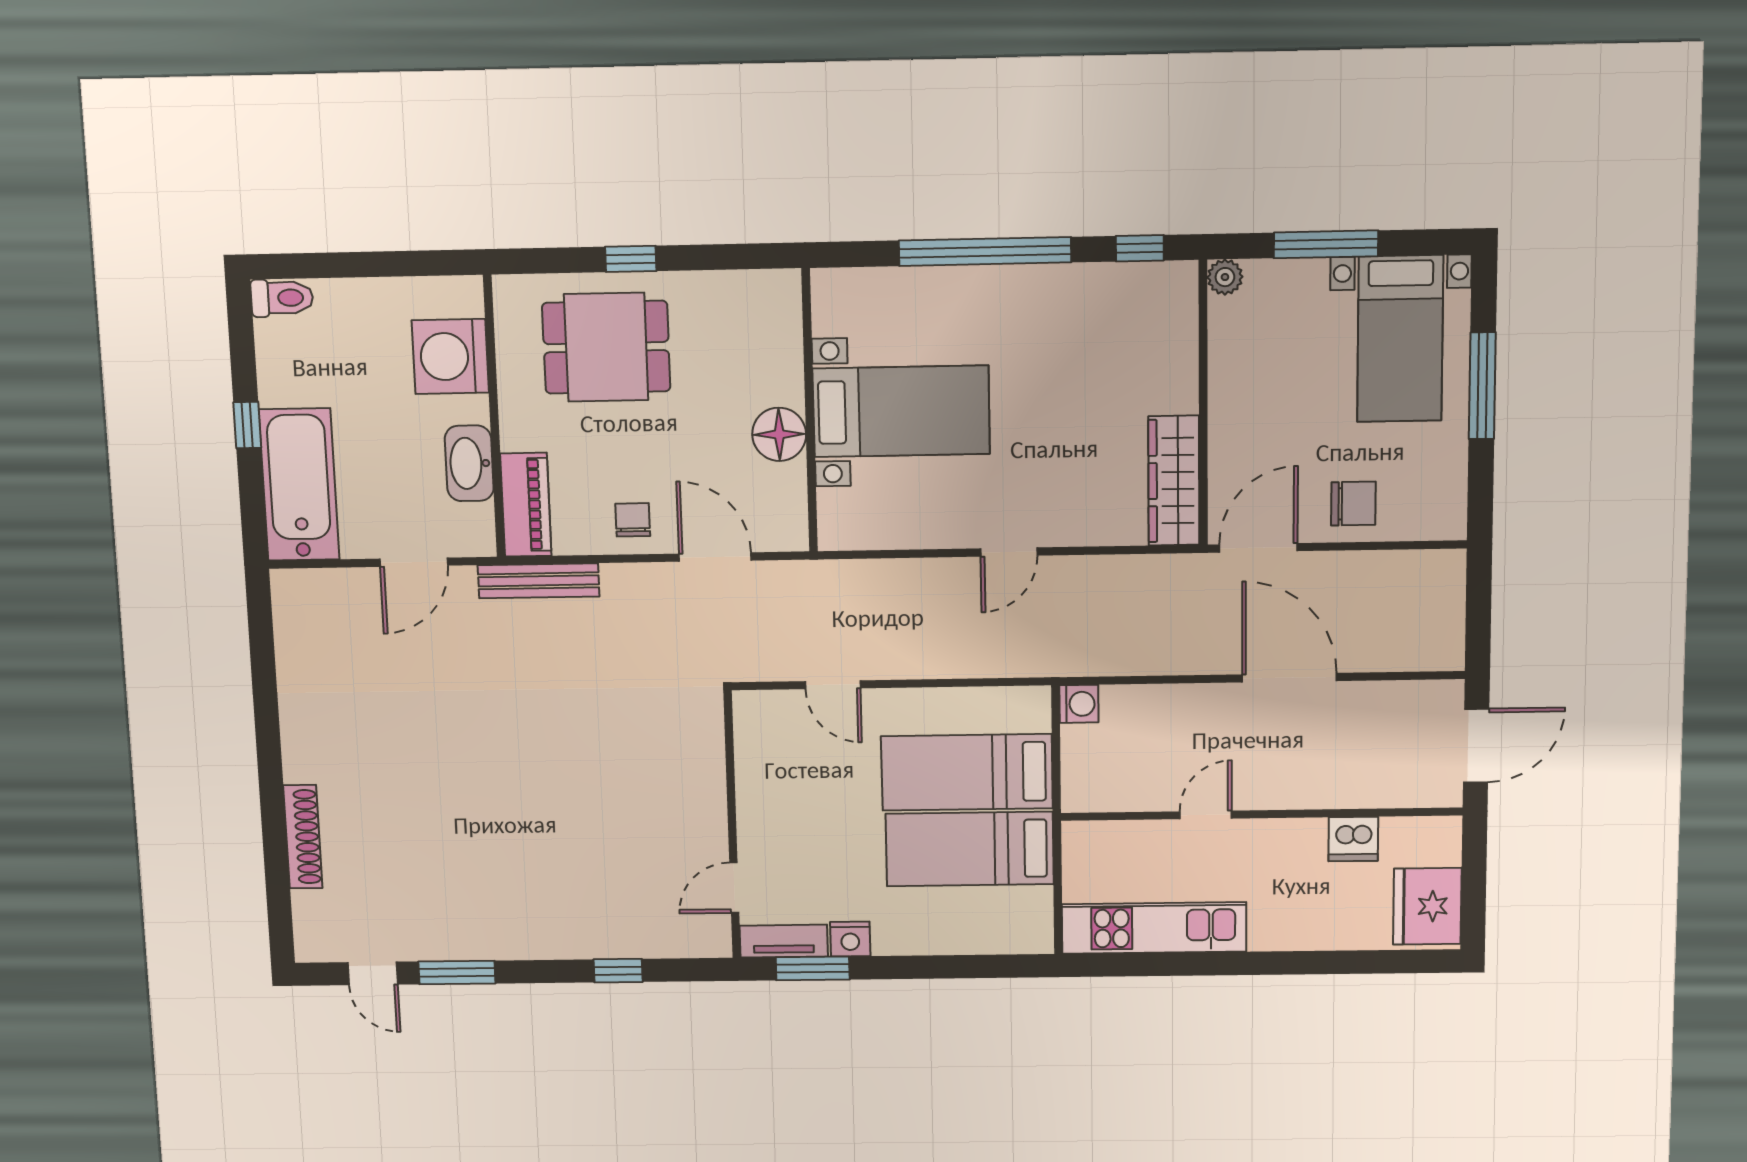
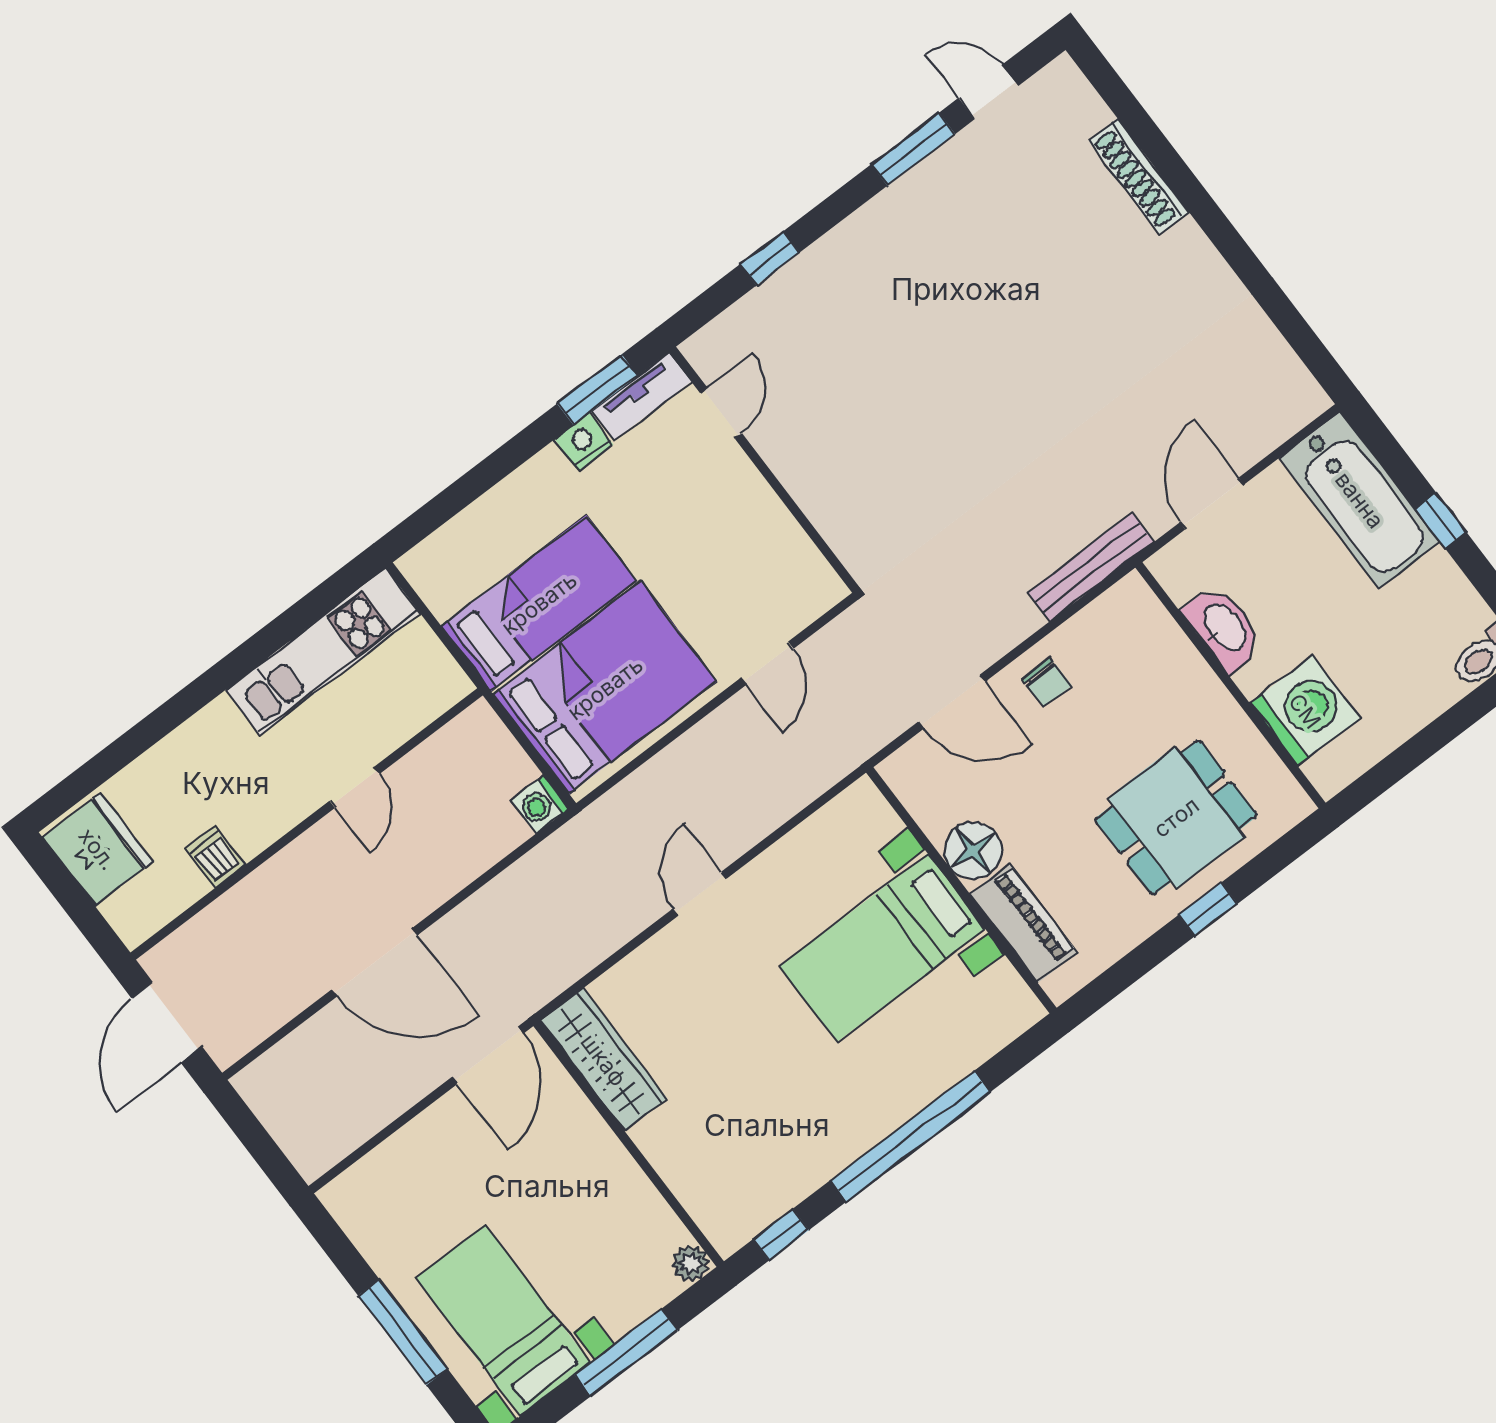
chair: (1353, 504) -> (435, 1153), removed
piano: (526, 505) -> (1024, 923), moved, turned 180
door: (833, 685) -> (767, 663), swing flipped
bed: (967, 772) -> (605, 688), width x1.50
dishwasher: (1353, 839) -> (215, 857), width x0.73

